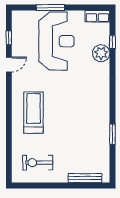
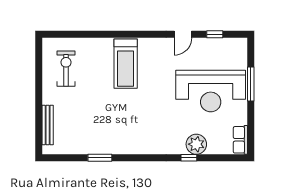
window: (112, 42) -> (189, 158), moved
door: (9, 64) -> (183, 34), hinge flipped
treadmill: (33, 113) -> (126, 64), turned 90

